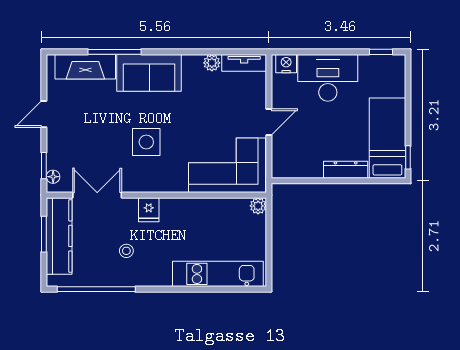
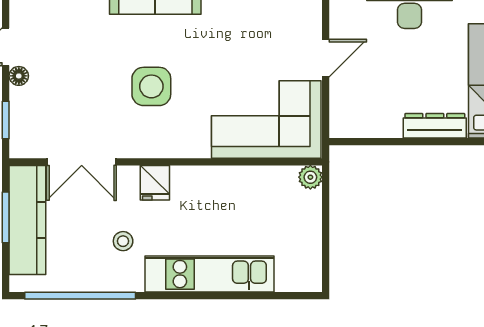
floor lamp: (53, 177) -> (19, 76), moved
double door: (97, 195) -> (82, 162), swing flipped
kitchen unit: (218, 274) -> (210, 274), moved

